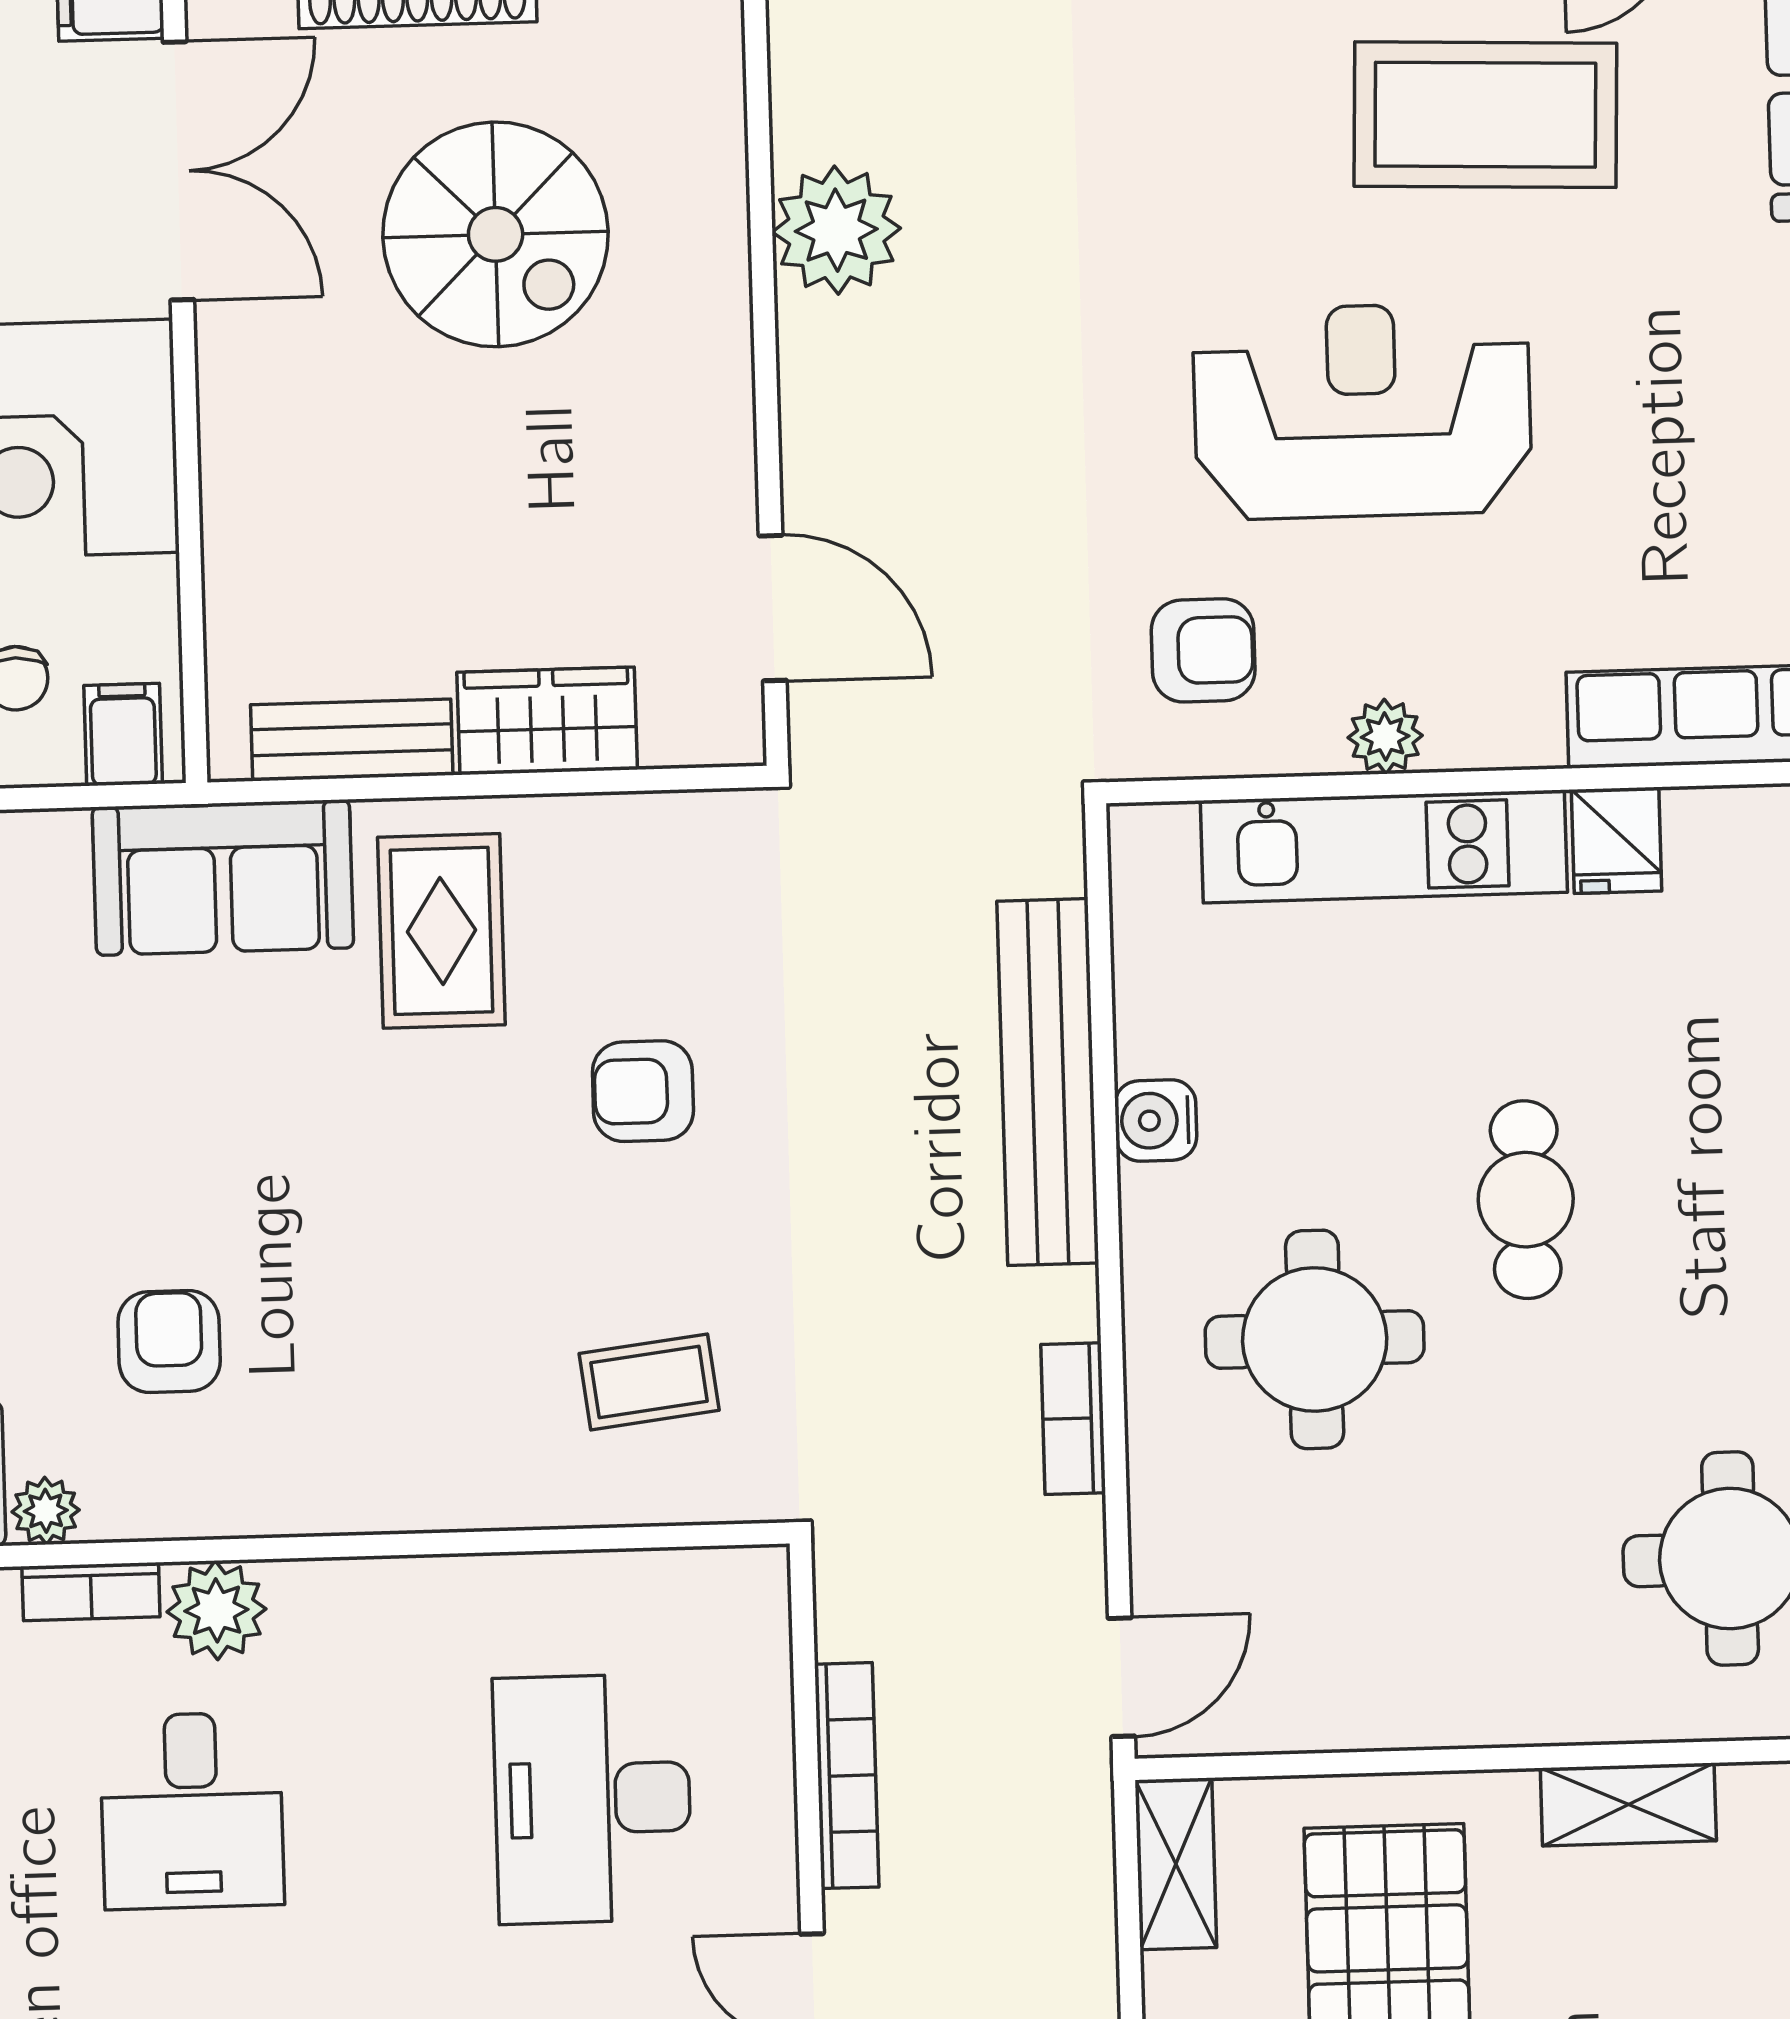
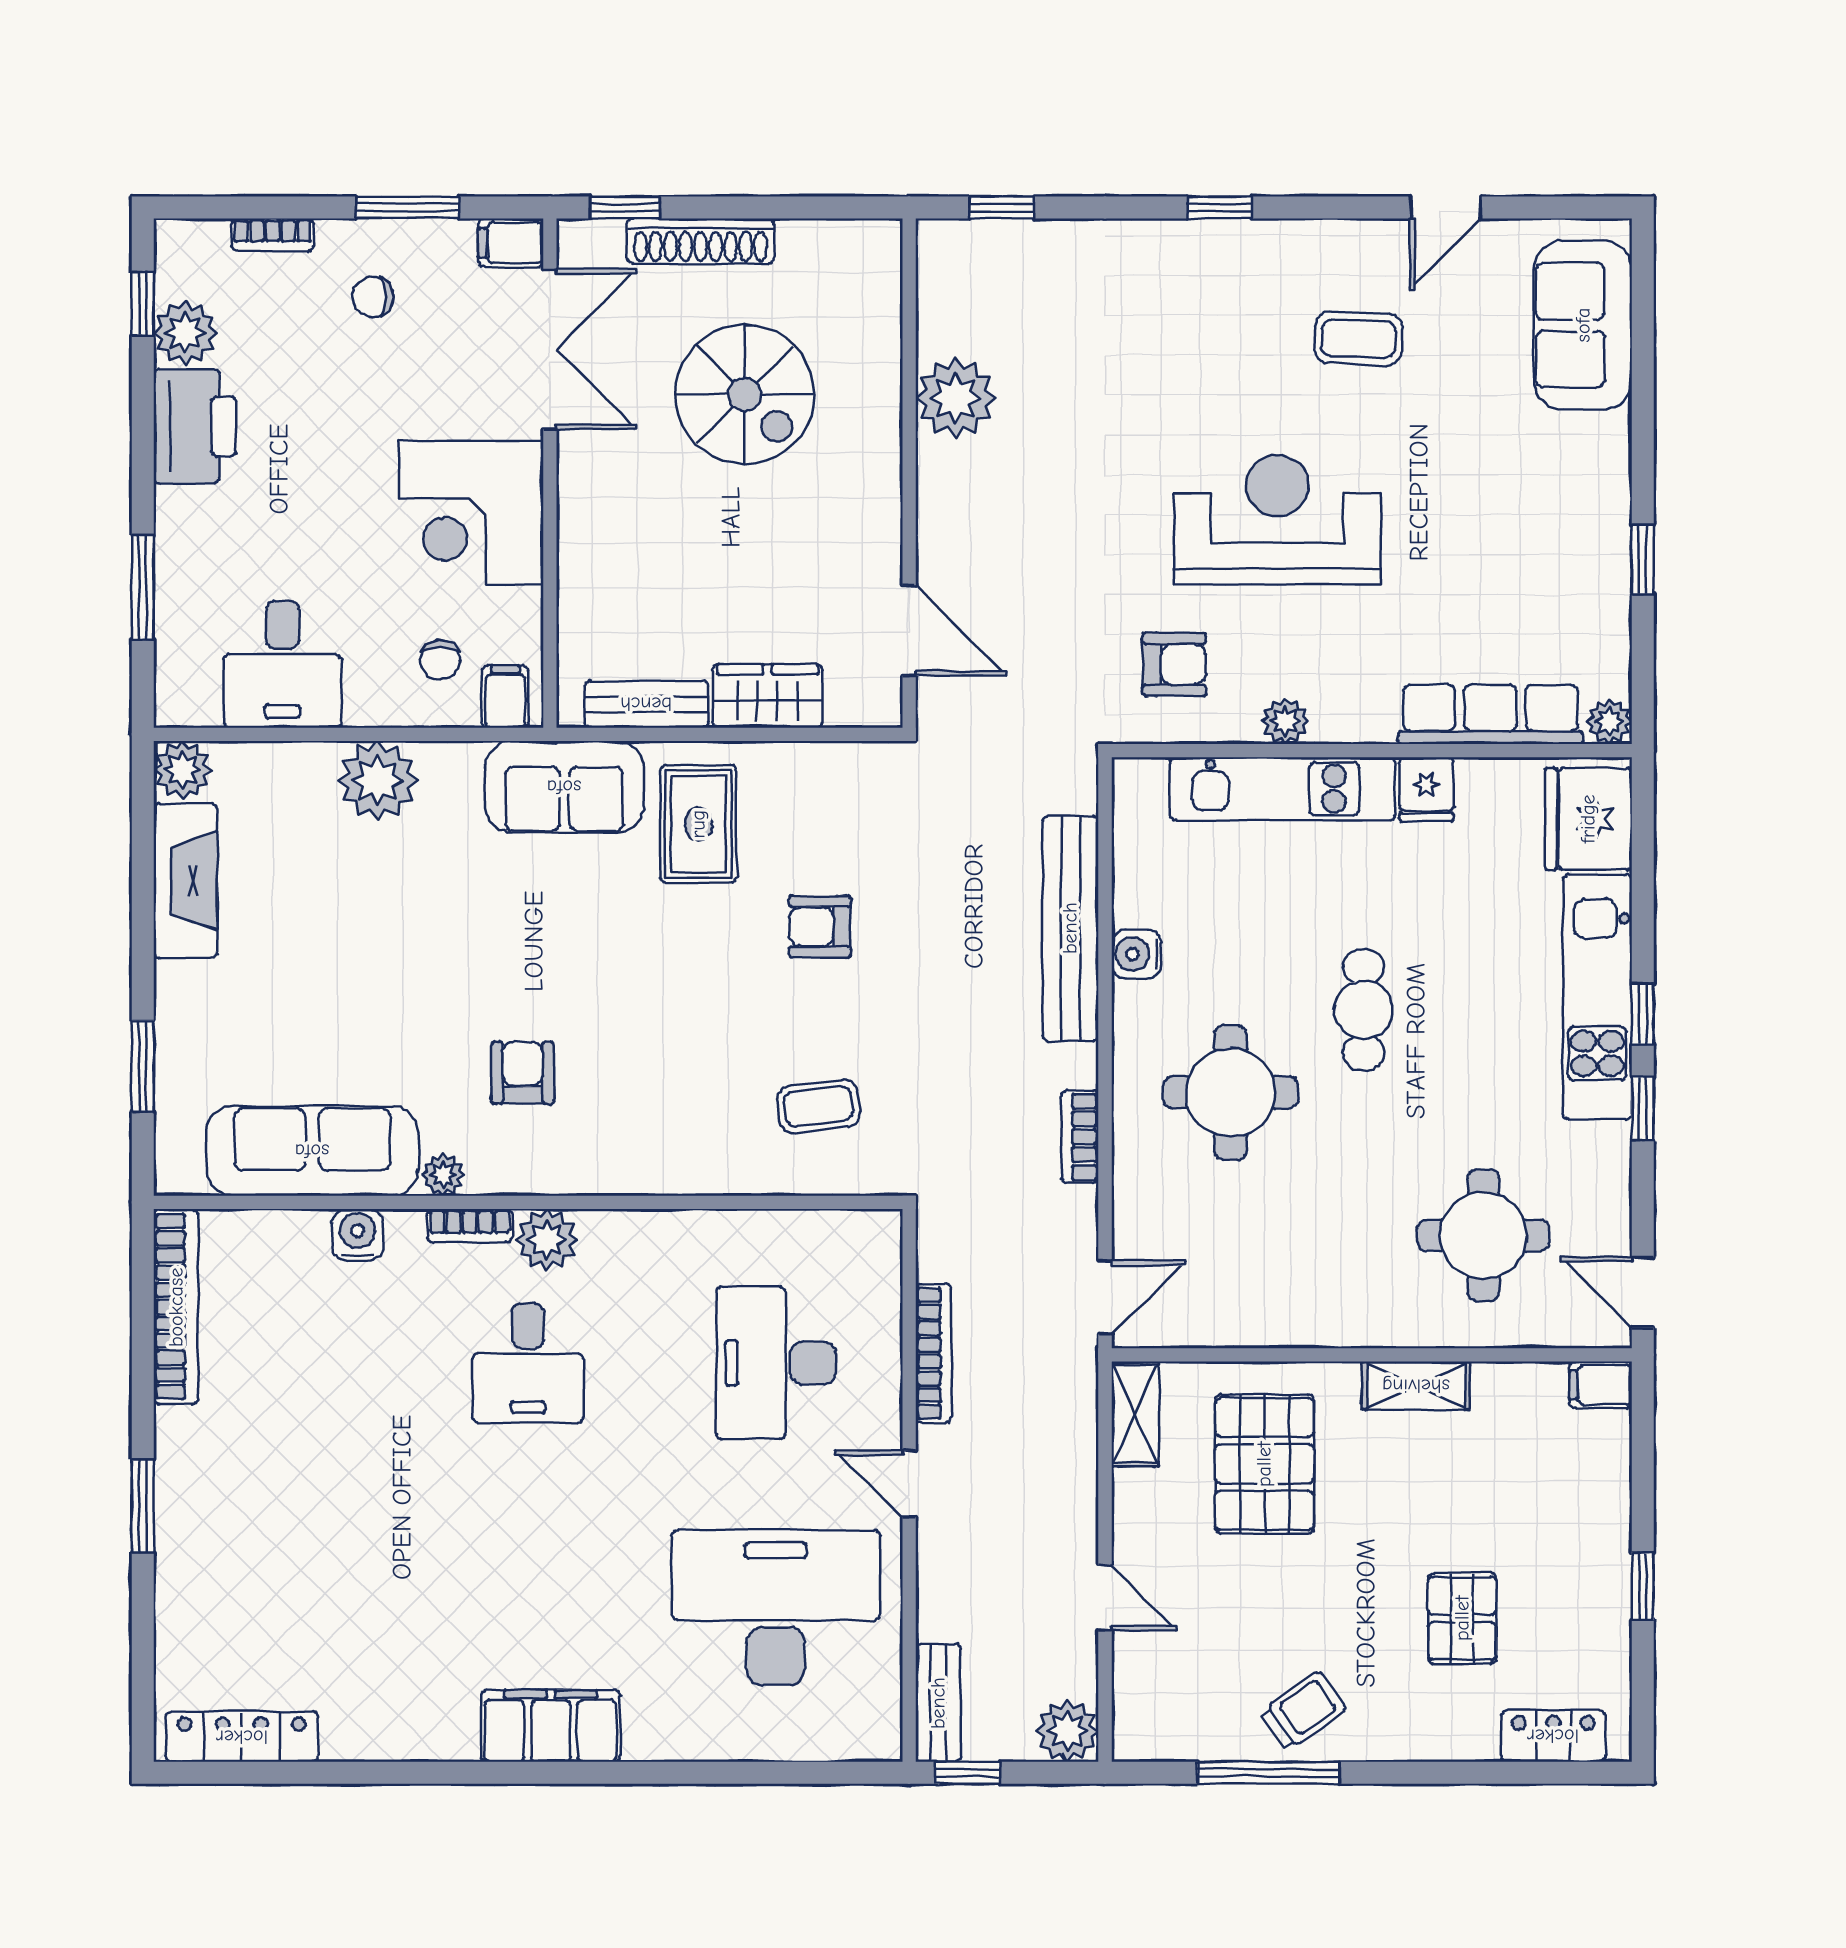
coffee table: (1485, 115) -> (1359, 339), width x0.54, depth x0.58

